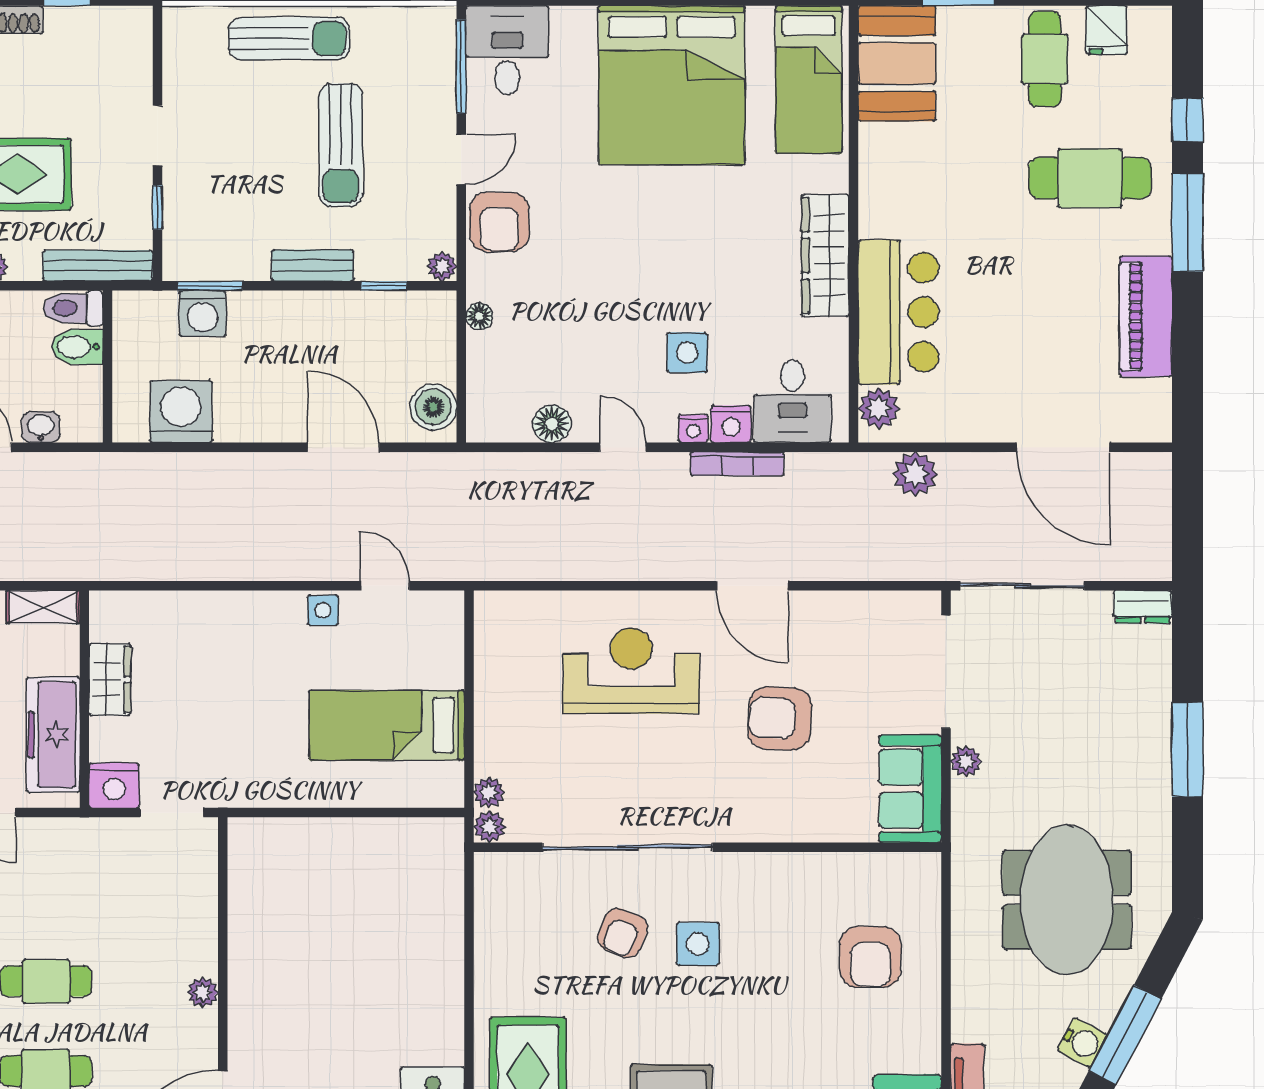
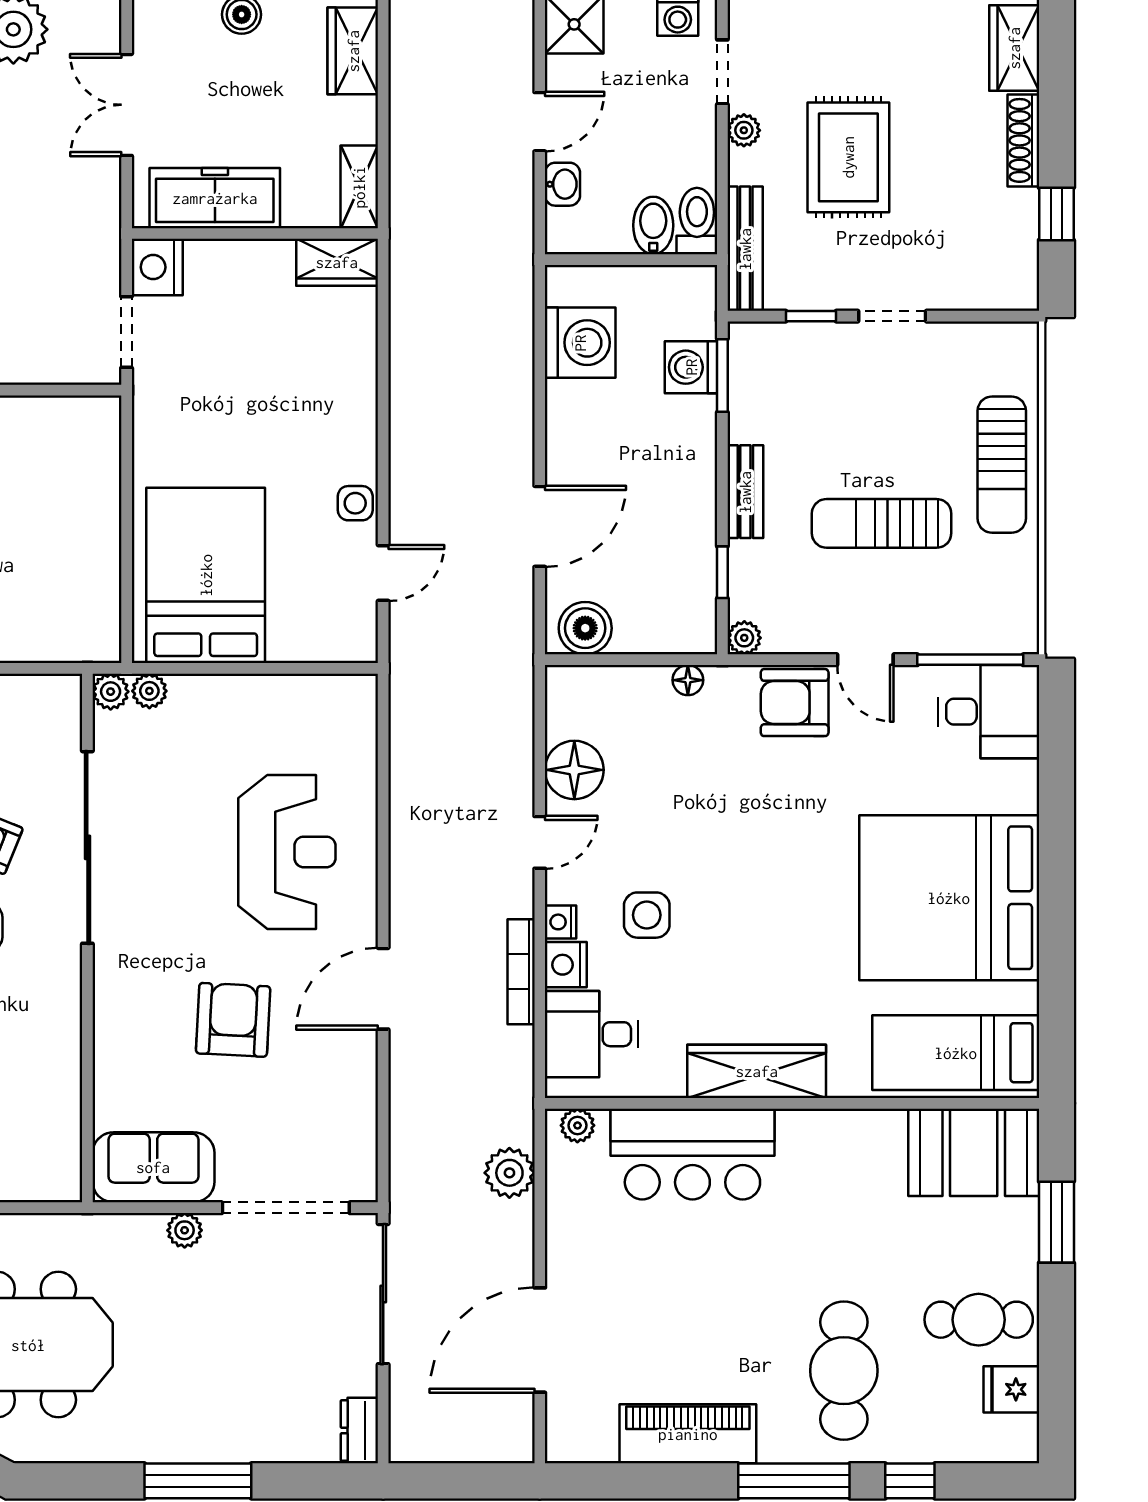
plant: (879, 408) -> (577, 1125), width x0.73, depth x0.73
floor lamp: (552, 424) -> (574, 770), width x1.38, depth x1.38
wardrobe: (110, 680) -> (337, 262), moved
bed: (387, 725) -> (206, 575), width x1.50

